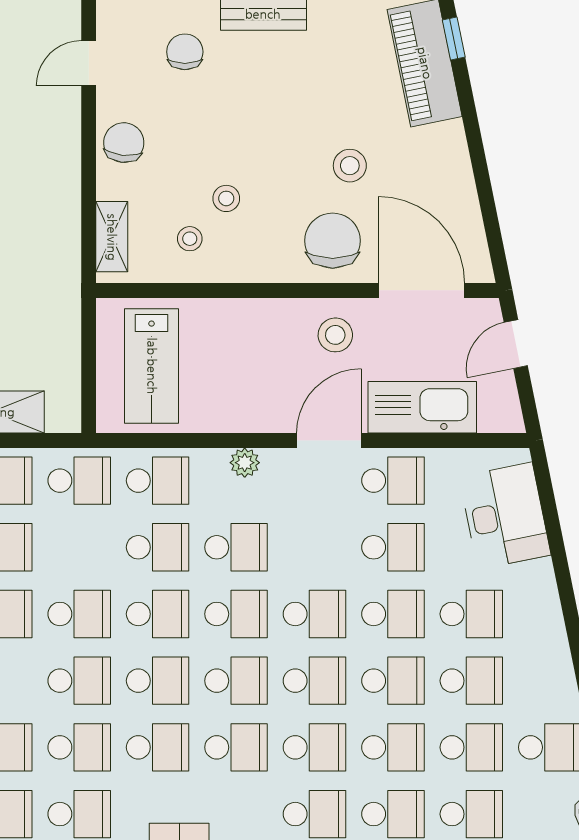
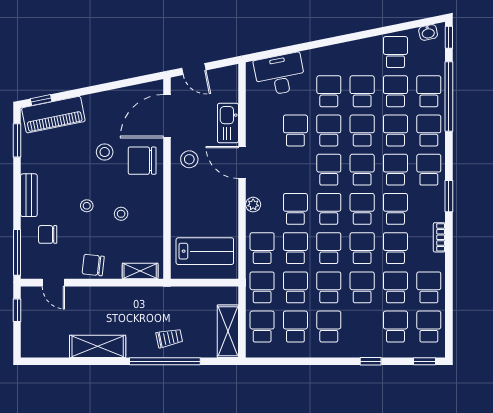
stool: (190, 239) -> (87, 206), moved
kitchen sink: (422, 407) -> (228, 123), width x0.73, depth x0.81
school desk: (393, 481) -> (295, 287), moved

